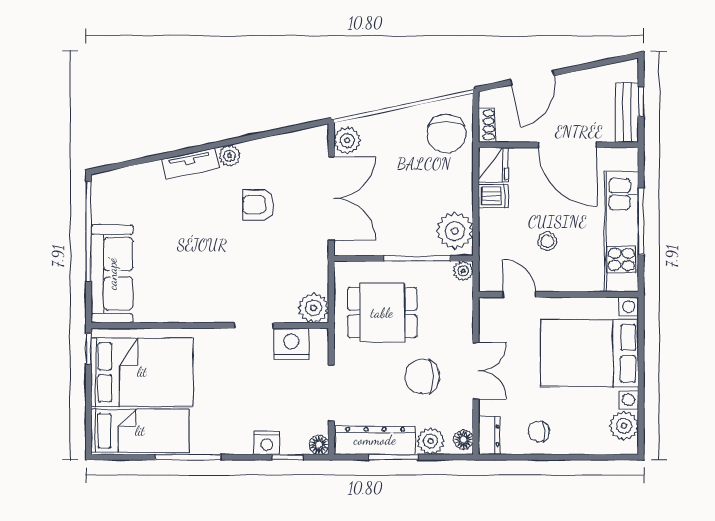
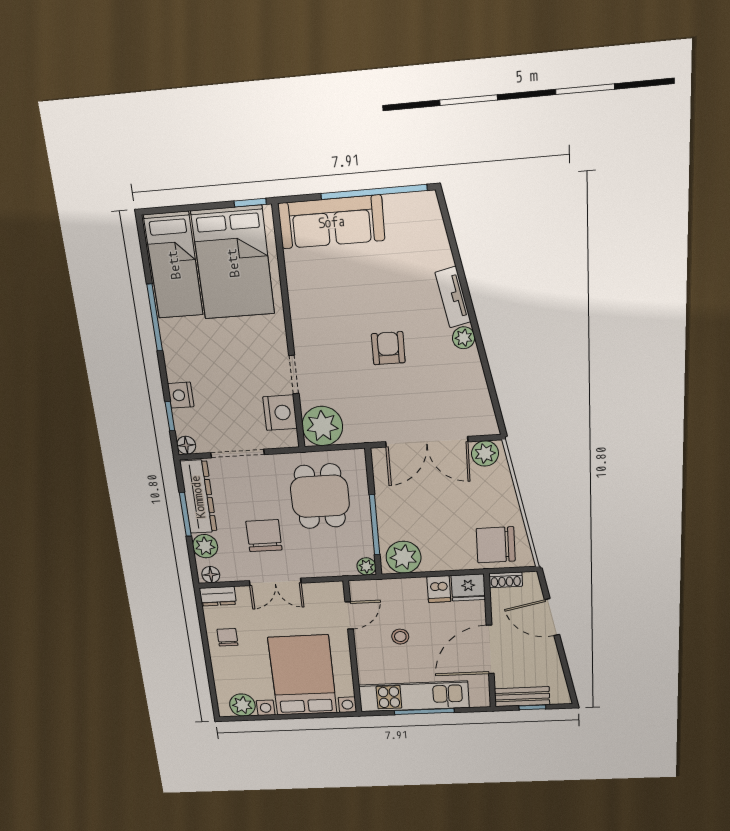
armchair: (258, 205) -> (388, 348), moved
plant: (314, 308) -> (322, 426), width x1.36, depth x1.36

